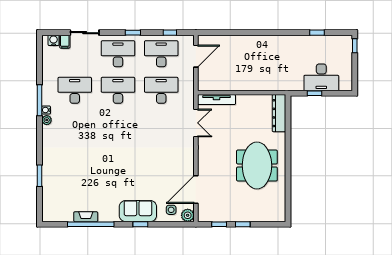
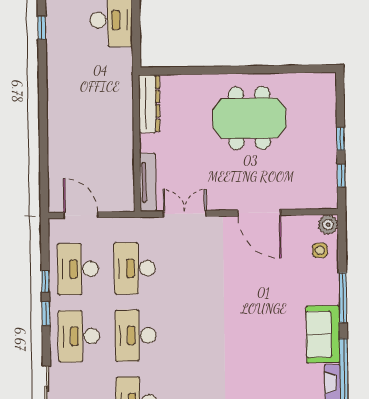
window: (170, 33) -> (45, 281), moved
window: (315, 93) -> (136, 30), removed
dresser: (279, 113) -> (149, 104), moved, turned -90
door: (196, 190) -> (259, 213), moved
sofa: (138, 211) -> (323, 334), moved
window: (140, 224) -> (343, 298), width x2.17

